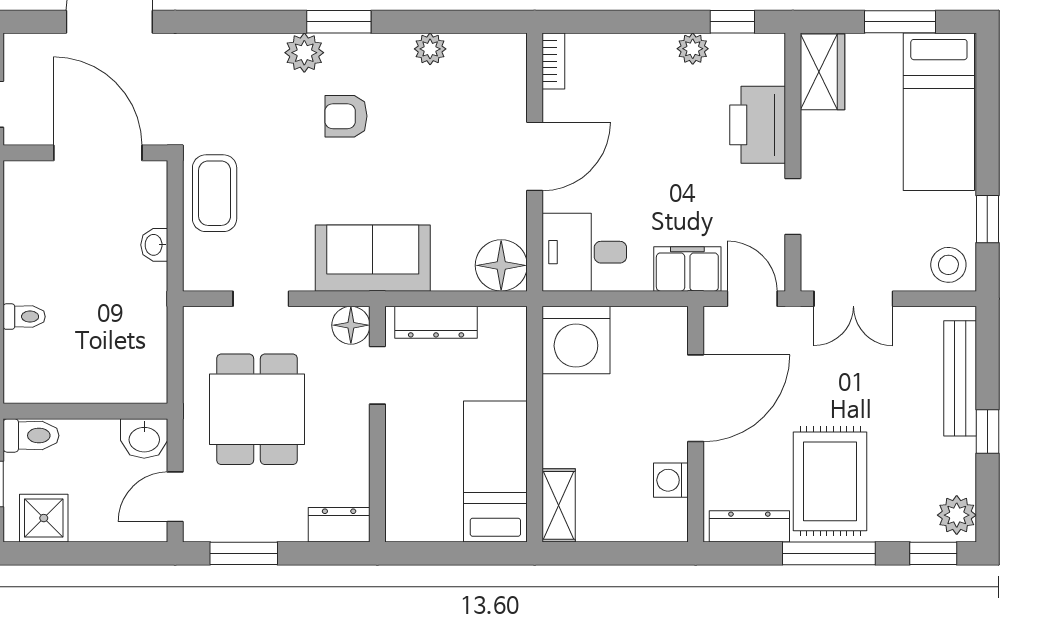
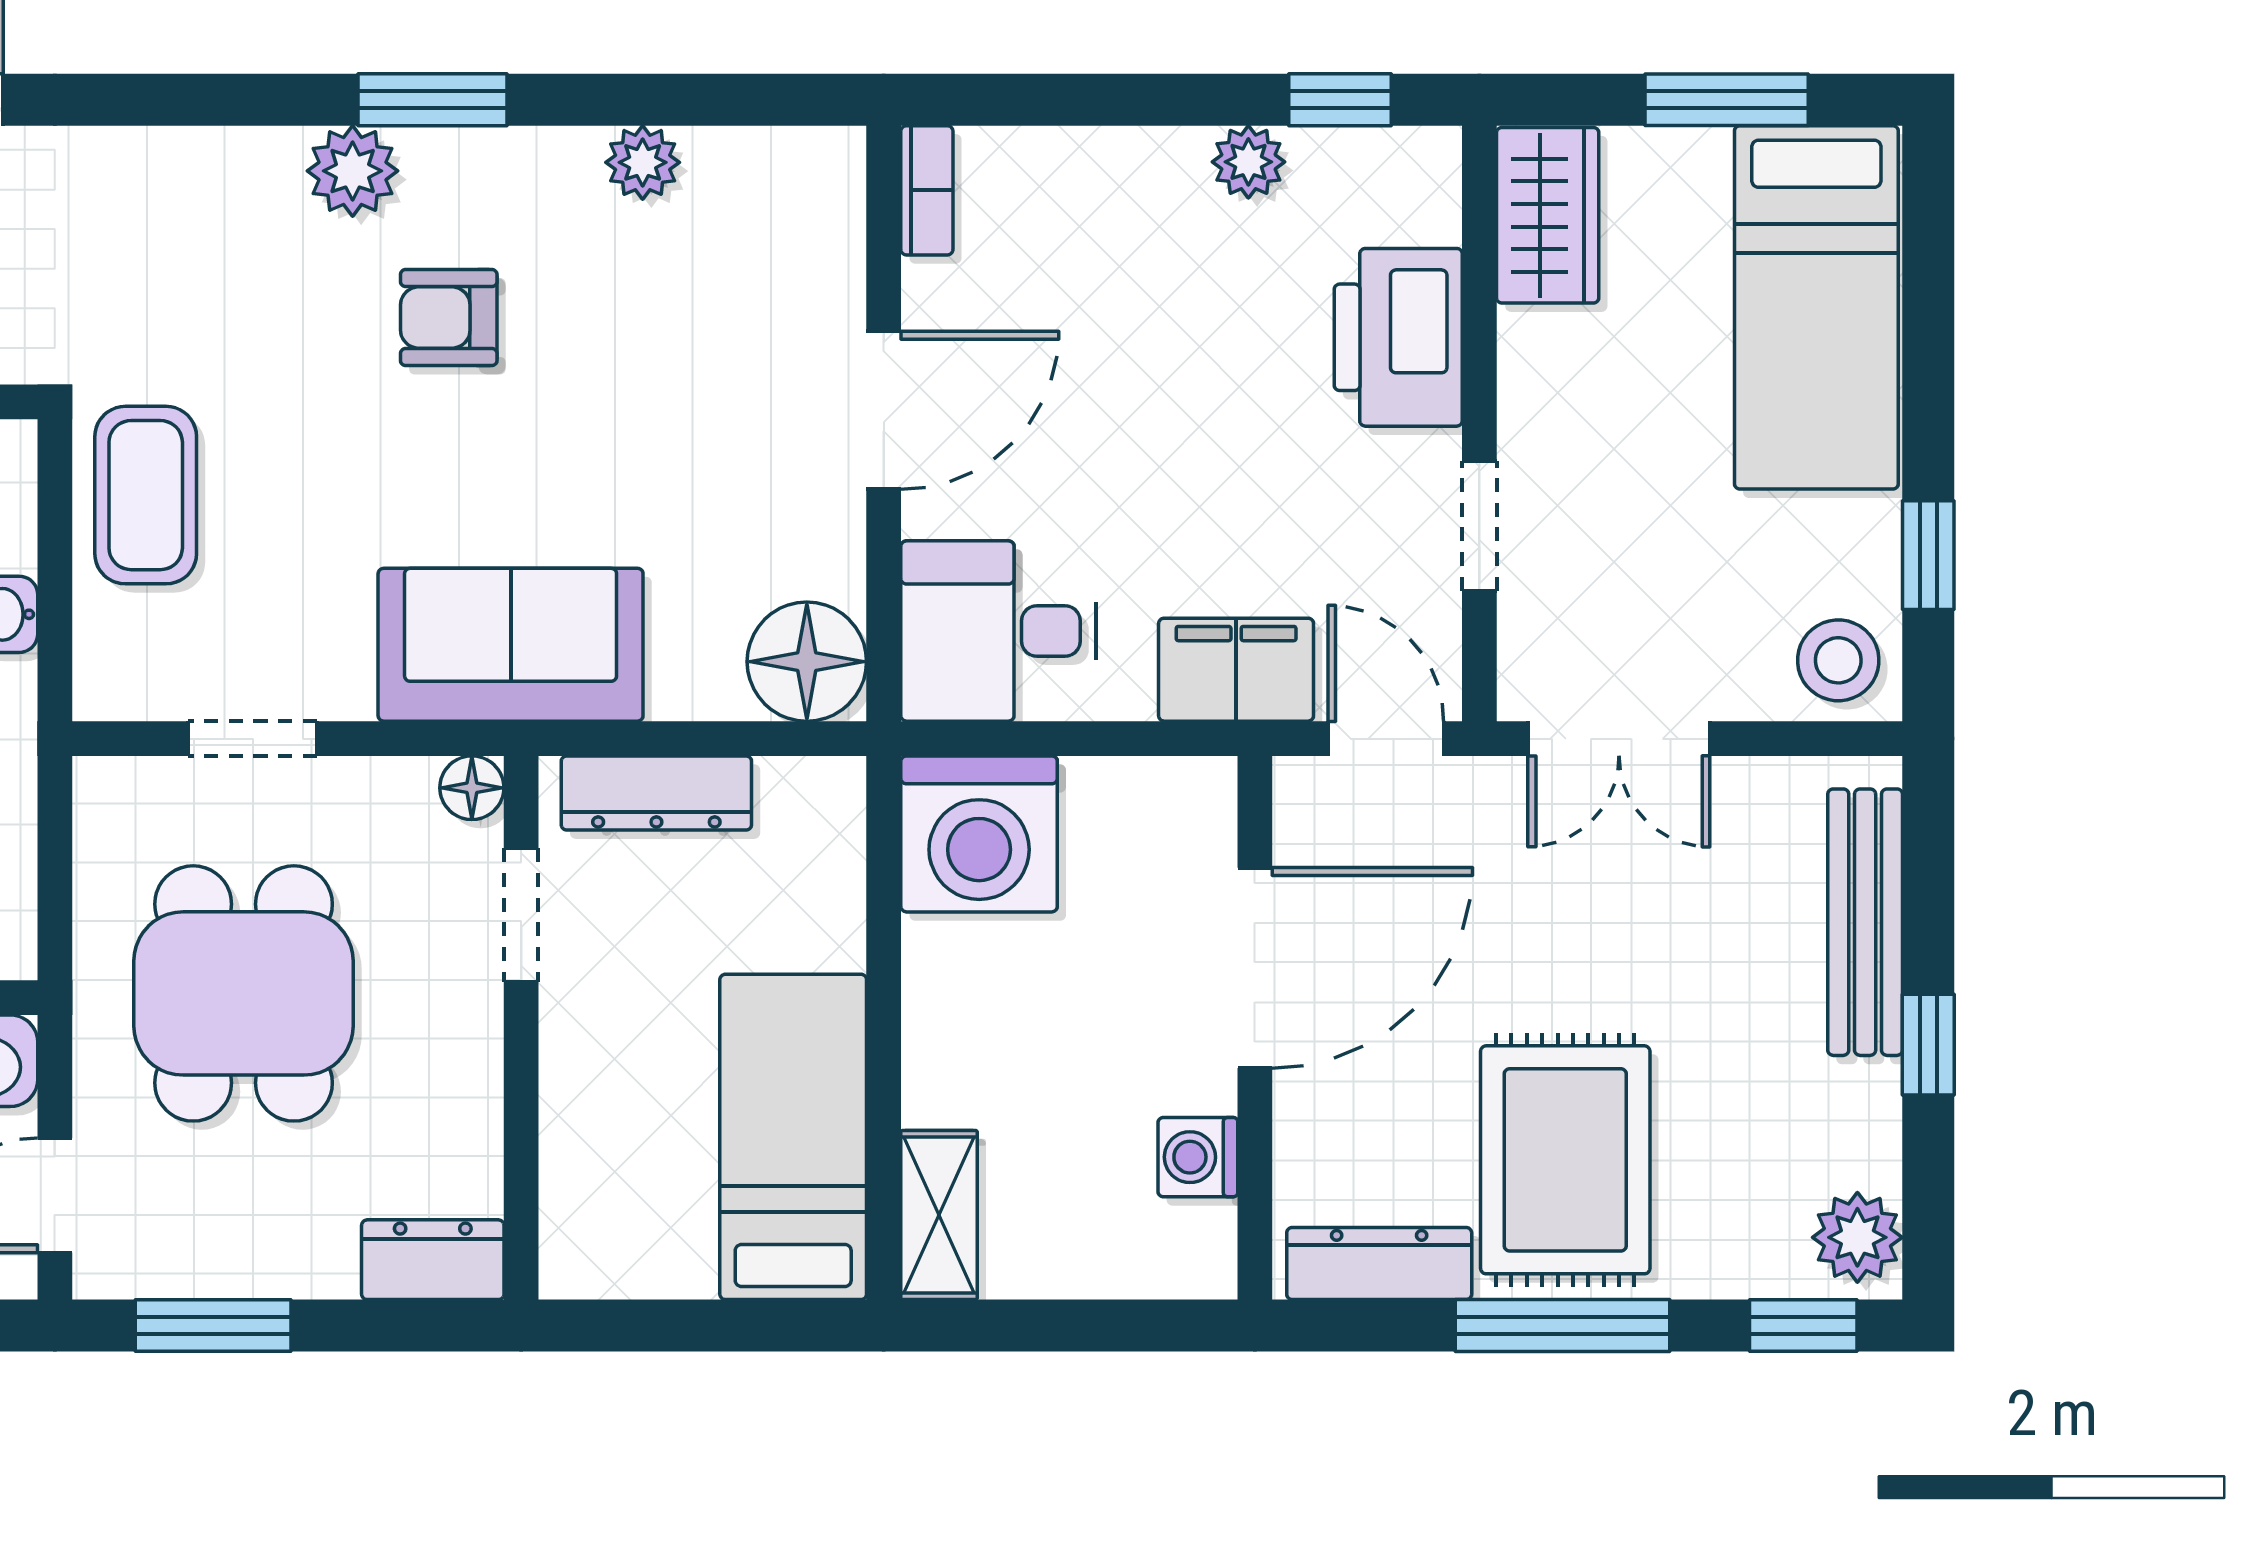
floor lamp: (351, 325) -> (472, 788), width x0.73, depth x0.73

